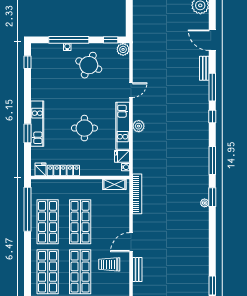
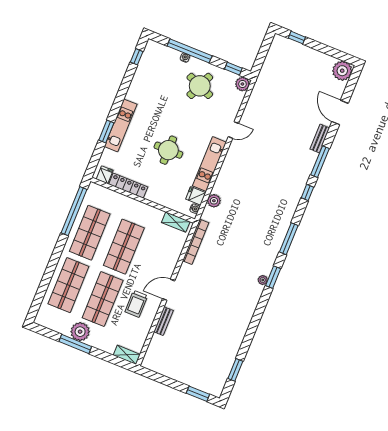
plant: (139, 126) -> (214, 201), moved
trolley: (109, 264) -> (136, 304), turned -90

